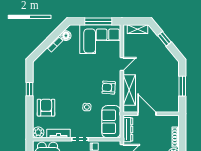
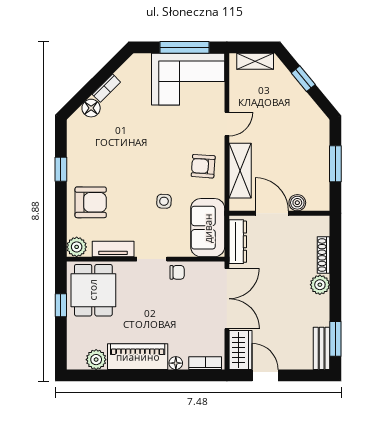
floor lamp: (66, 36) -> (91, 108), moved
armchair: (46, 108) -> (91, 202), turned 90
boiler: (161, 108) -> (297, 203), added

